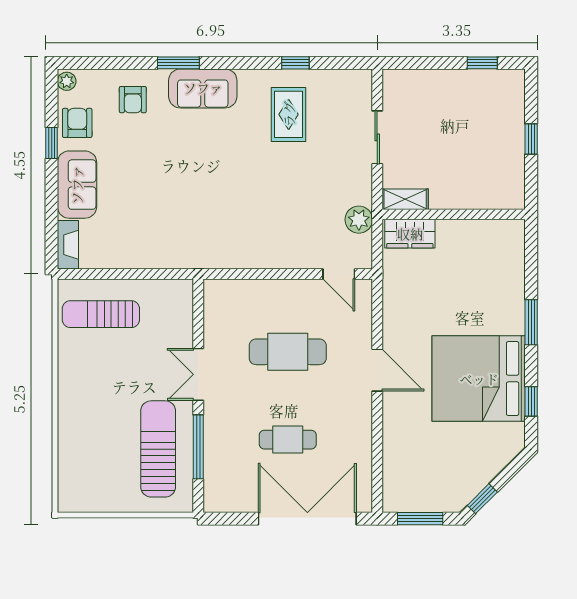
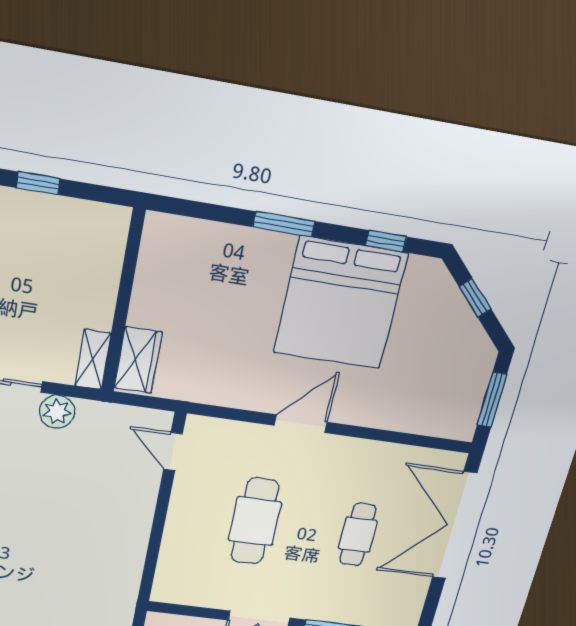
plant: (359, 220) -> (57, 412), moved
door: (339, 274) -> (173, 452), swing flipped
window: (482, 499) -> (475, 298), moved

